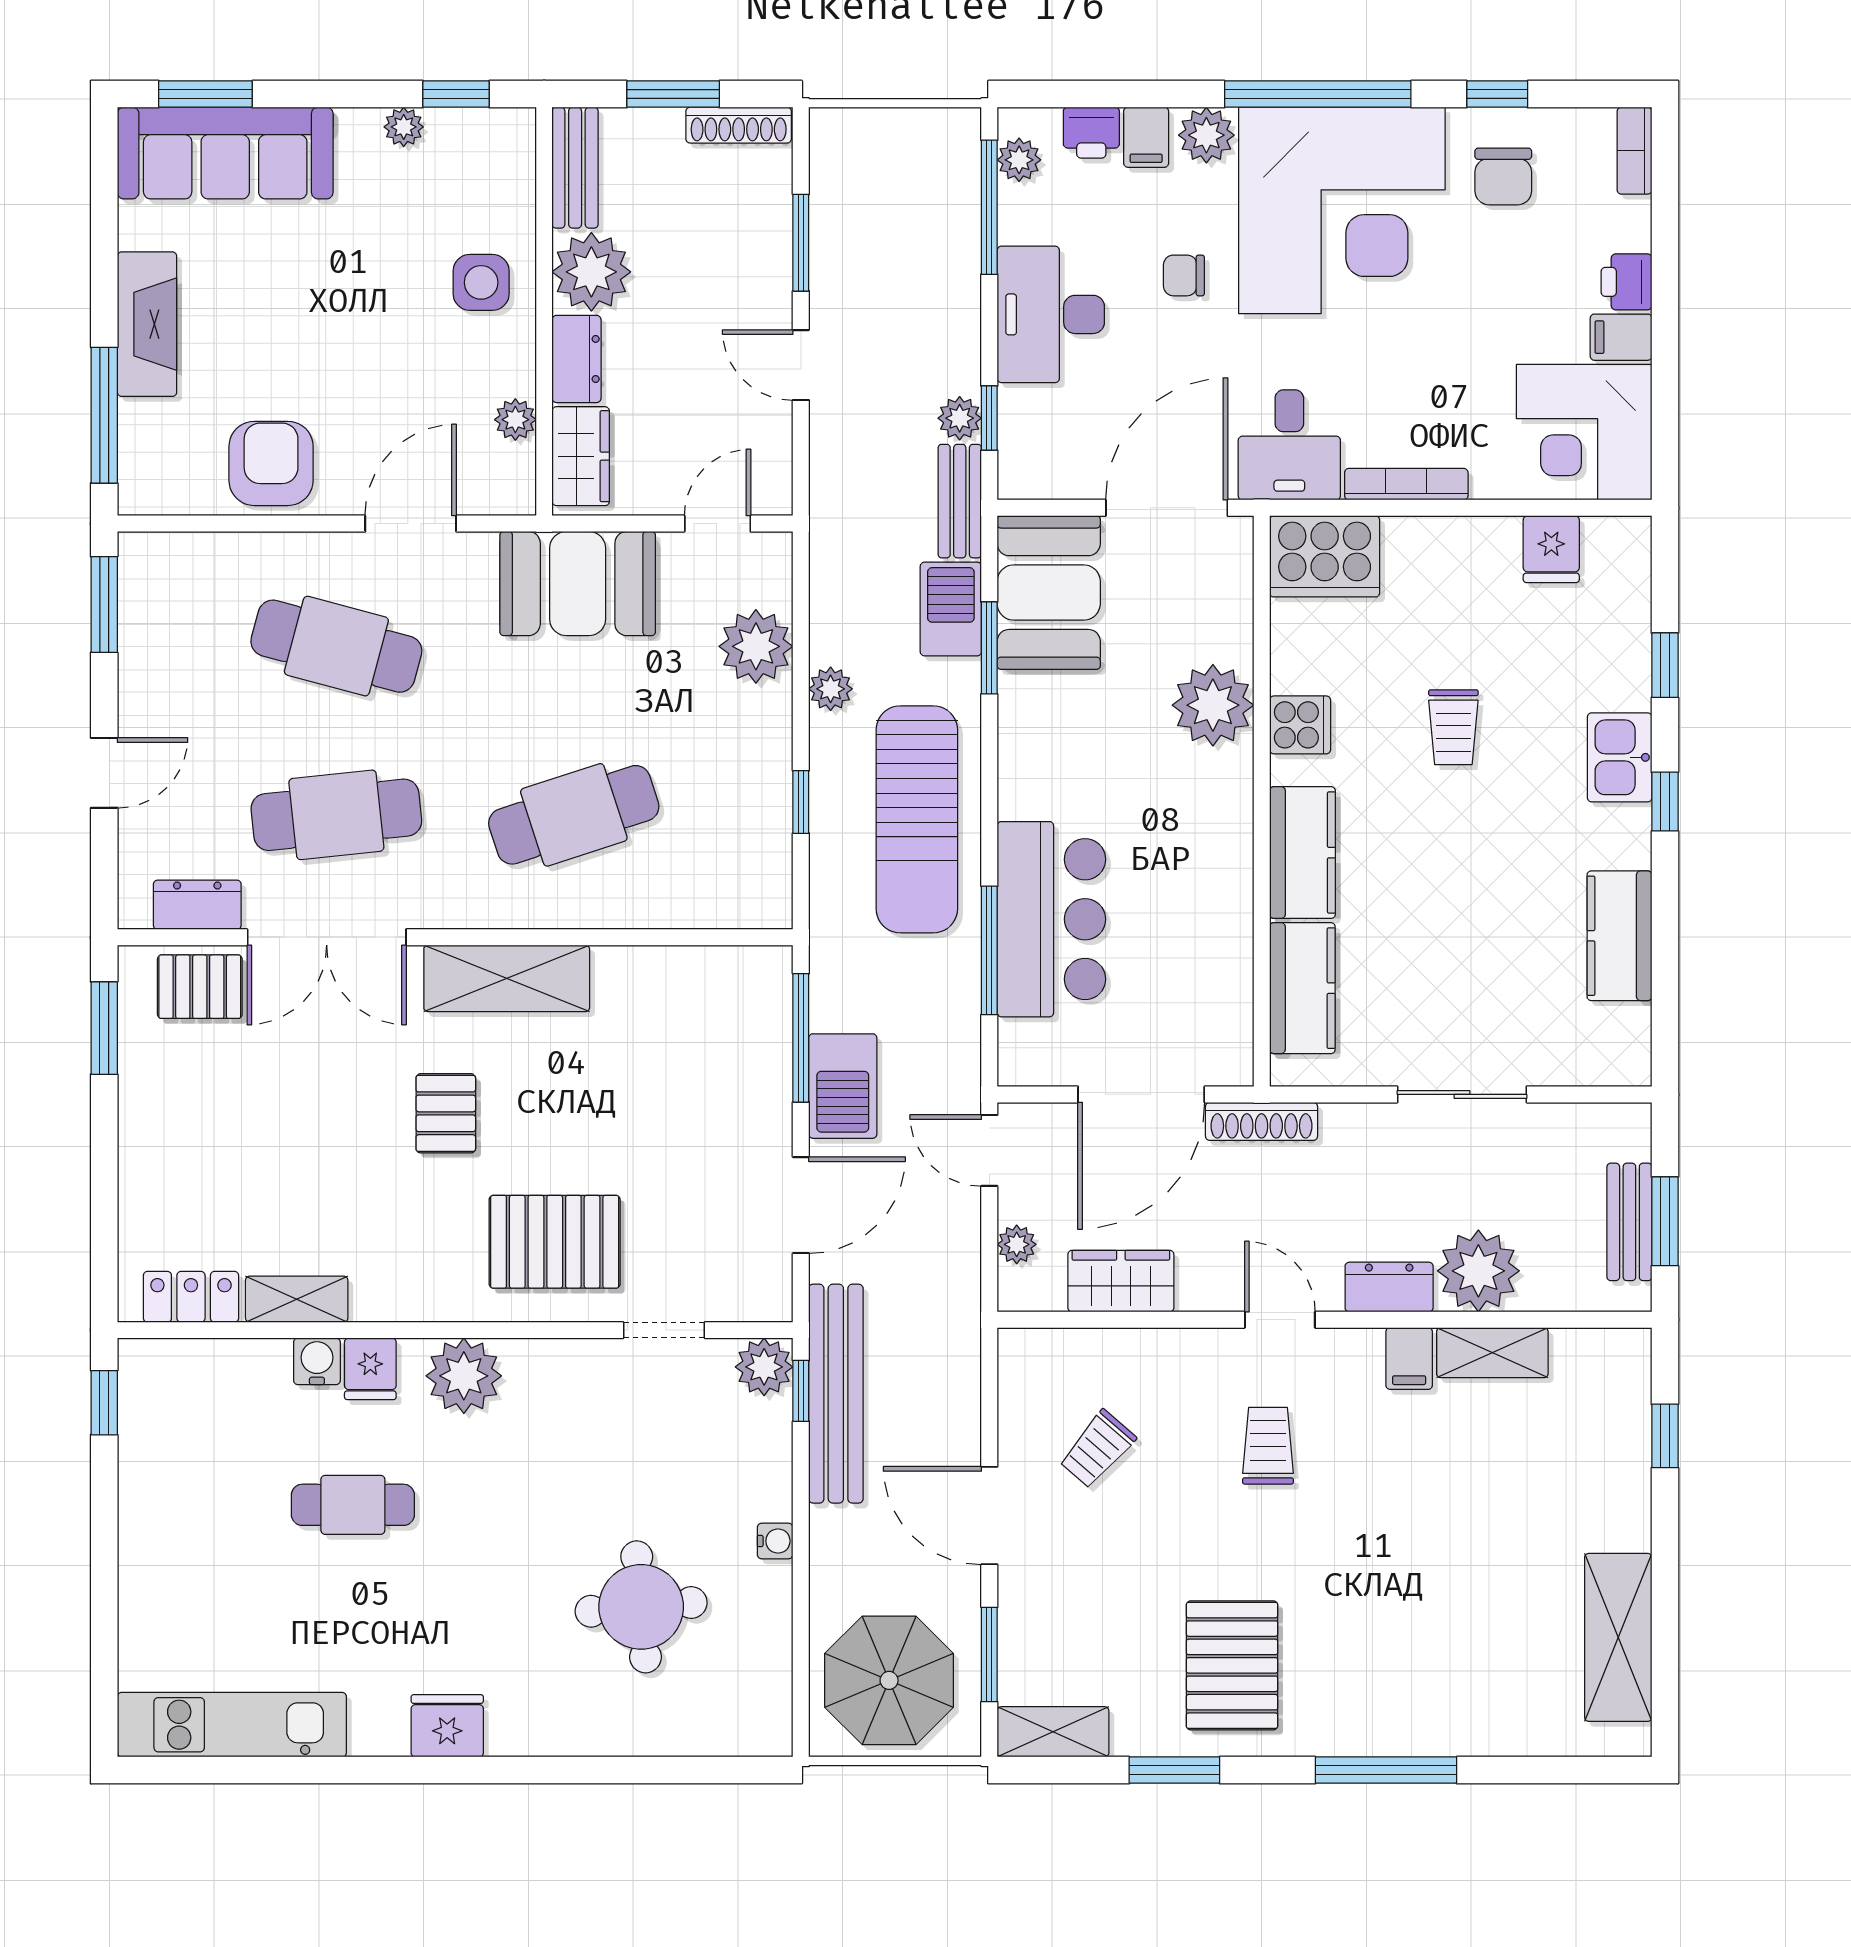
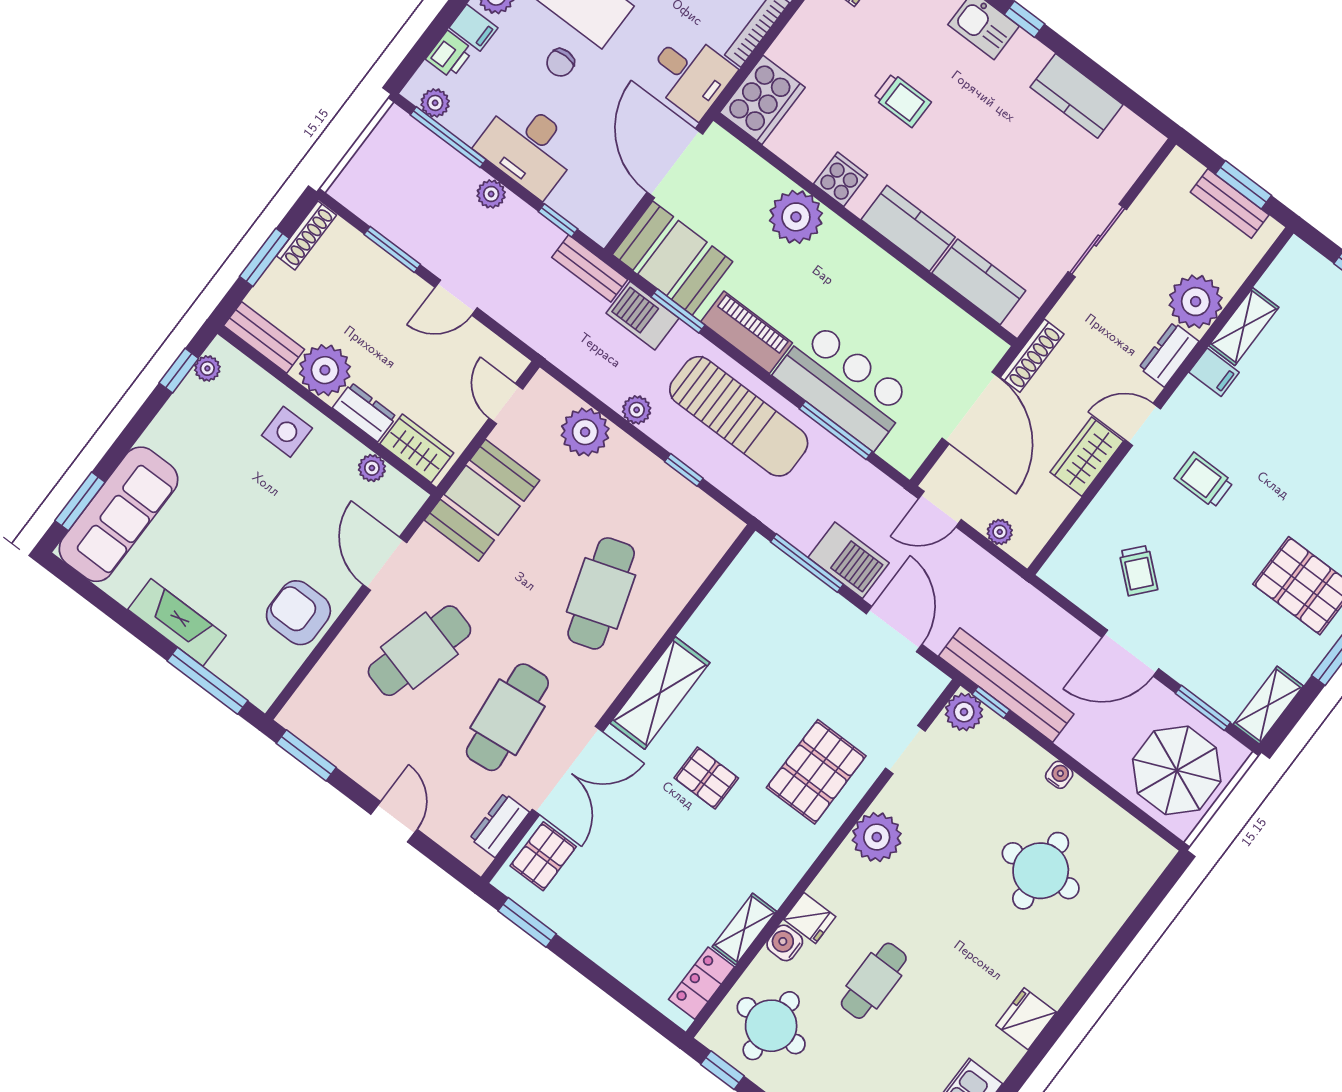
plant: (404, 127) -> (207, 368), moved
plant: (960, 418) -> (491, 194), moved
piano: (1027, 751) -> (747, 332), added
wardrobe: (1121, 1281) -> (1087, 457), moved
plant: (464, 1376) -> (877, 837), moved
round table: (203, 1421) -> (771, 1026), added

